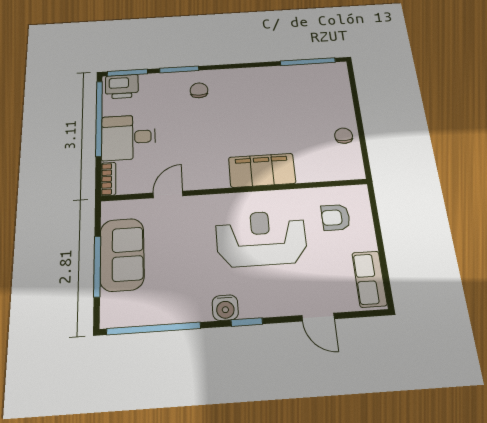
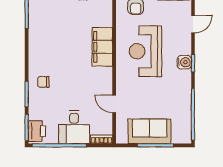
water cooler: (225, 308) -> (184, 62), moved

